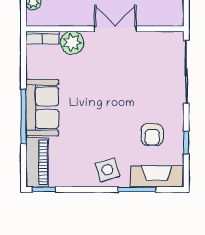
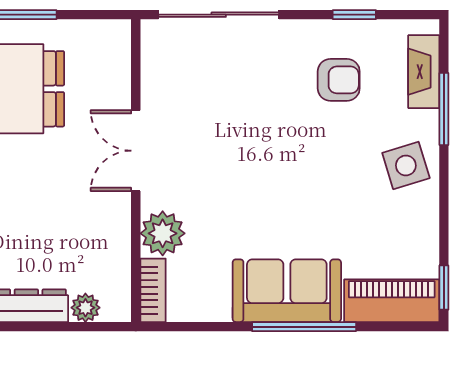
fireplace: (156, 176) -> (424, 72), width x0.73, depth x0.76

